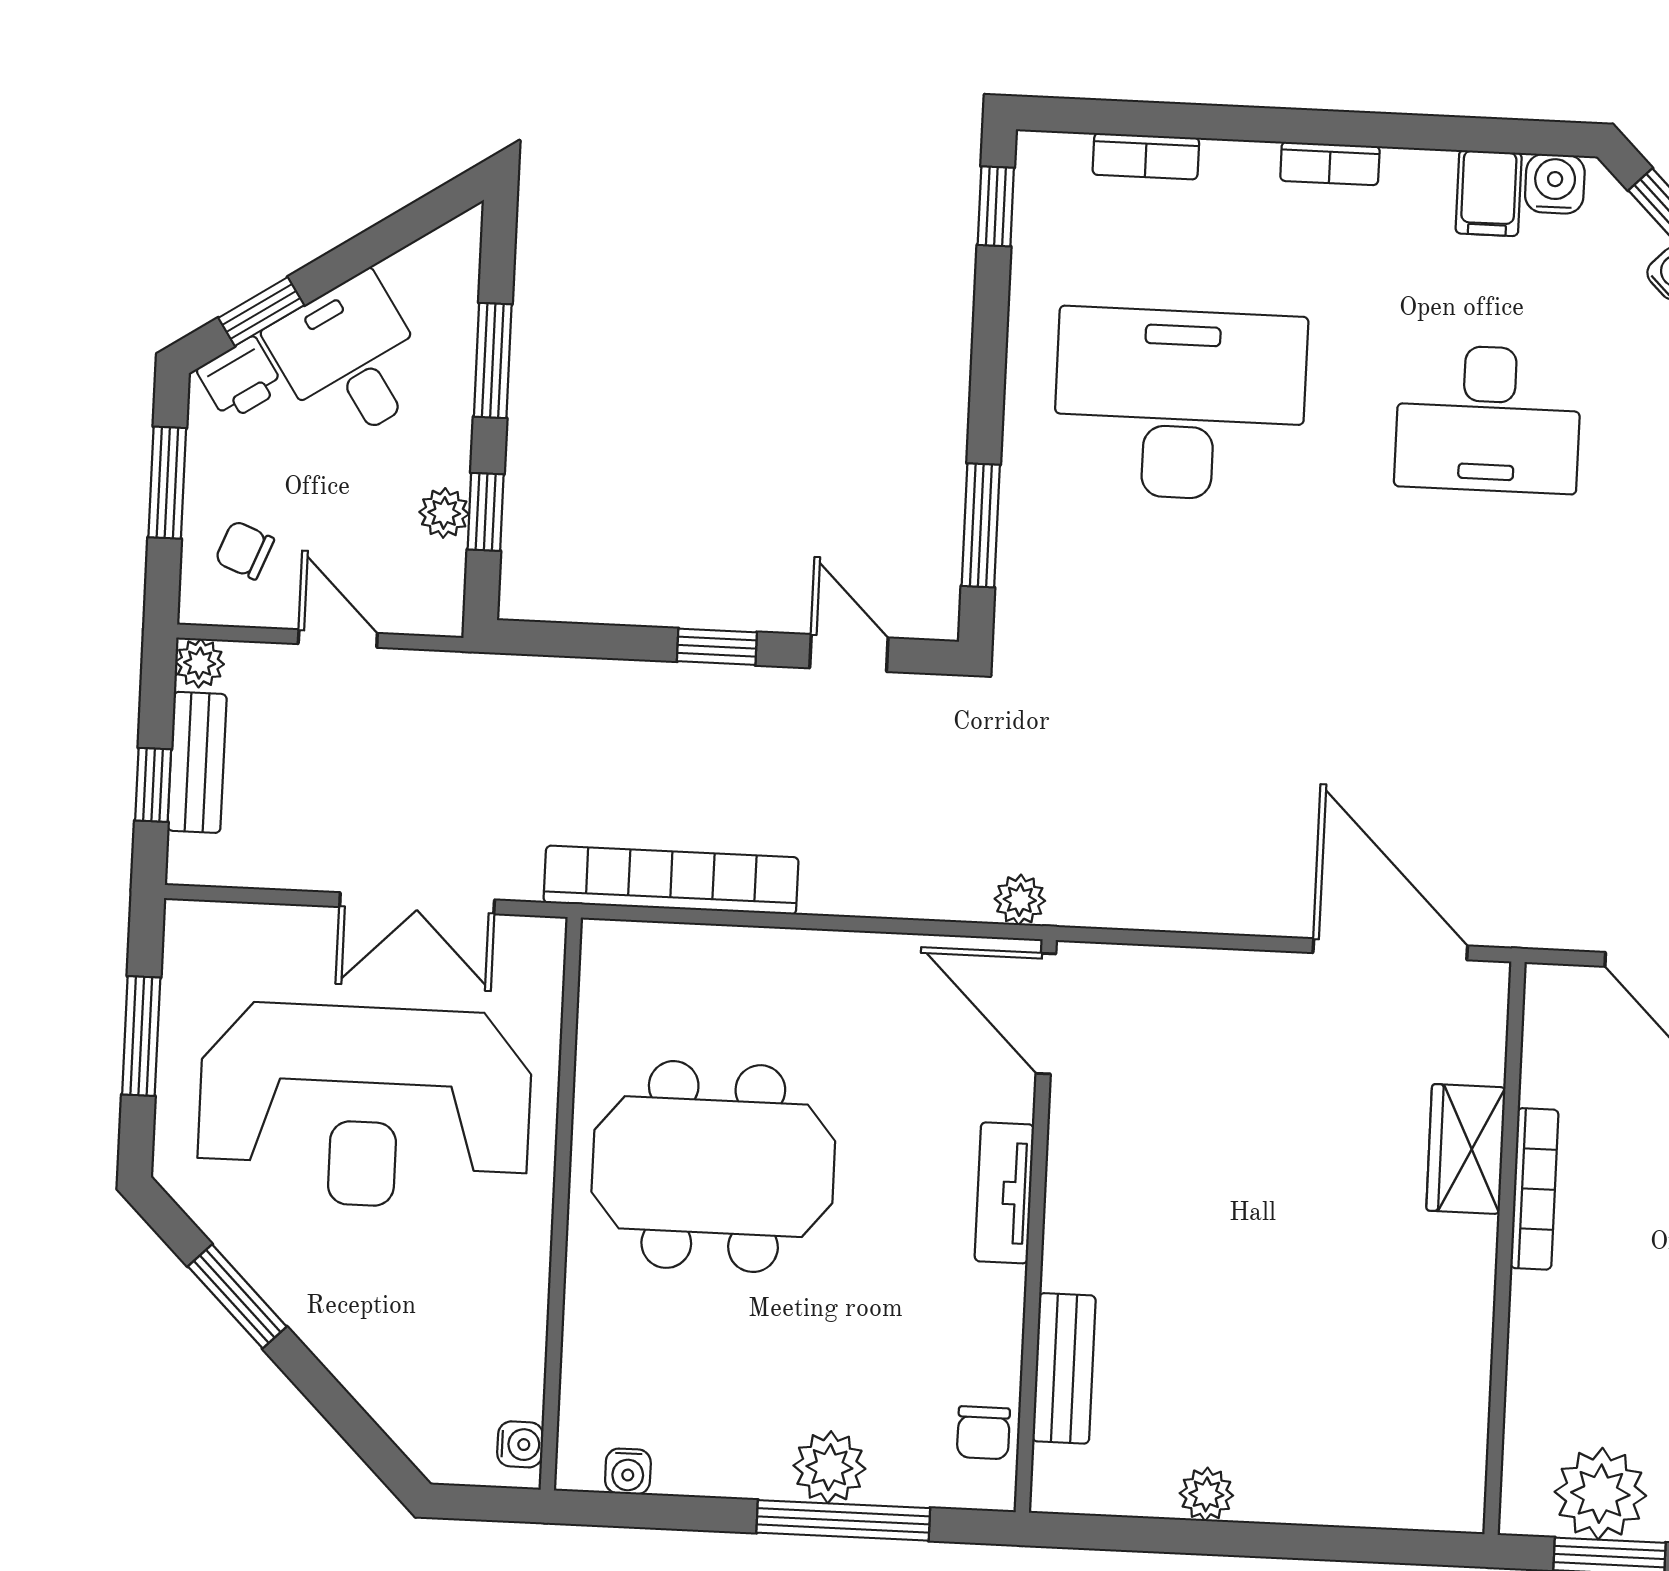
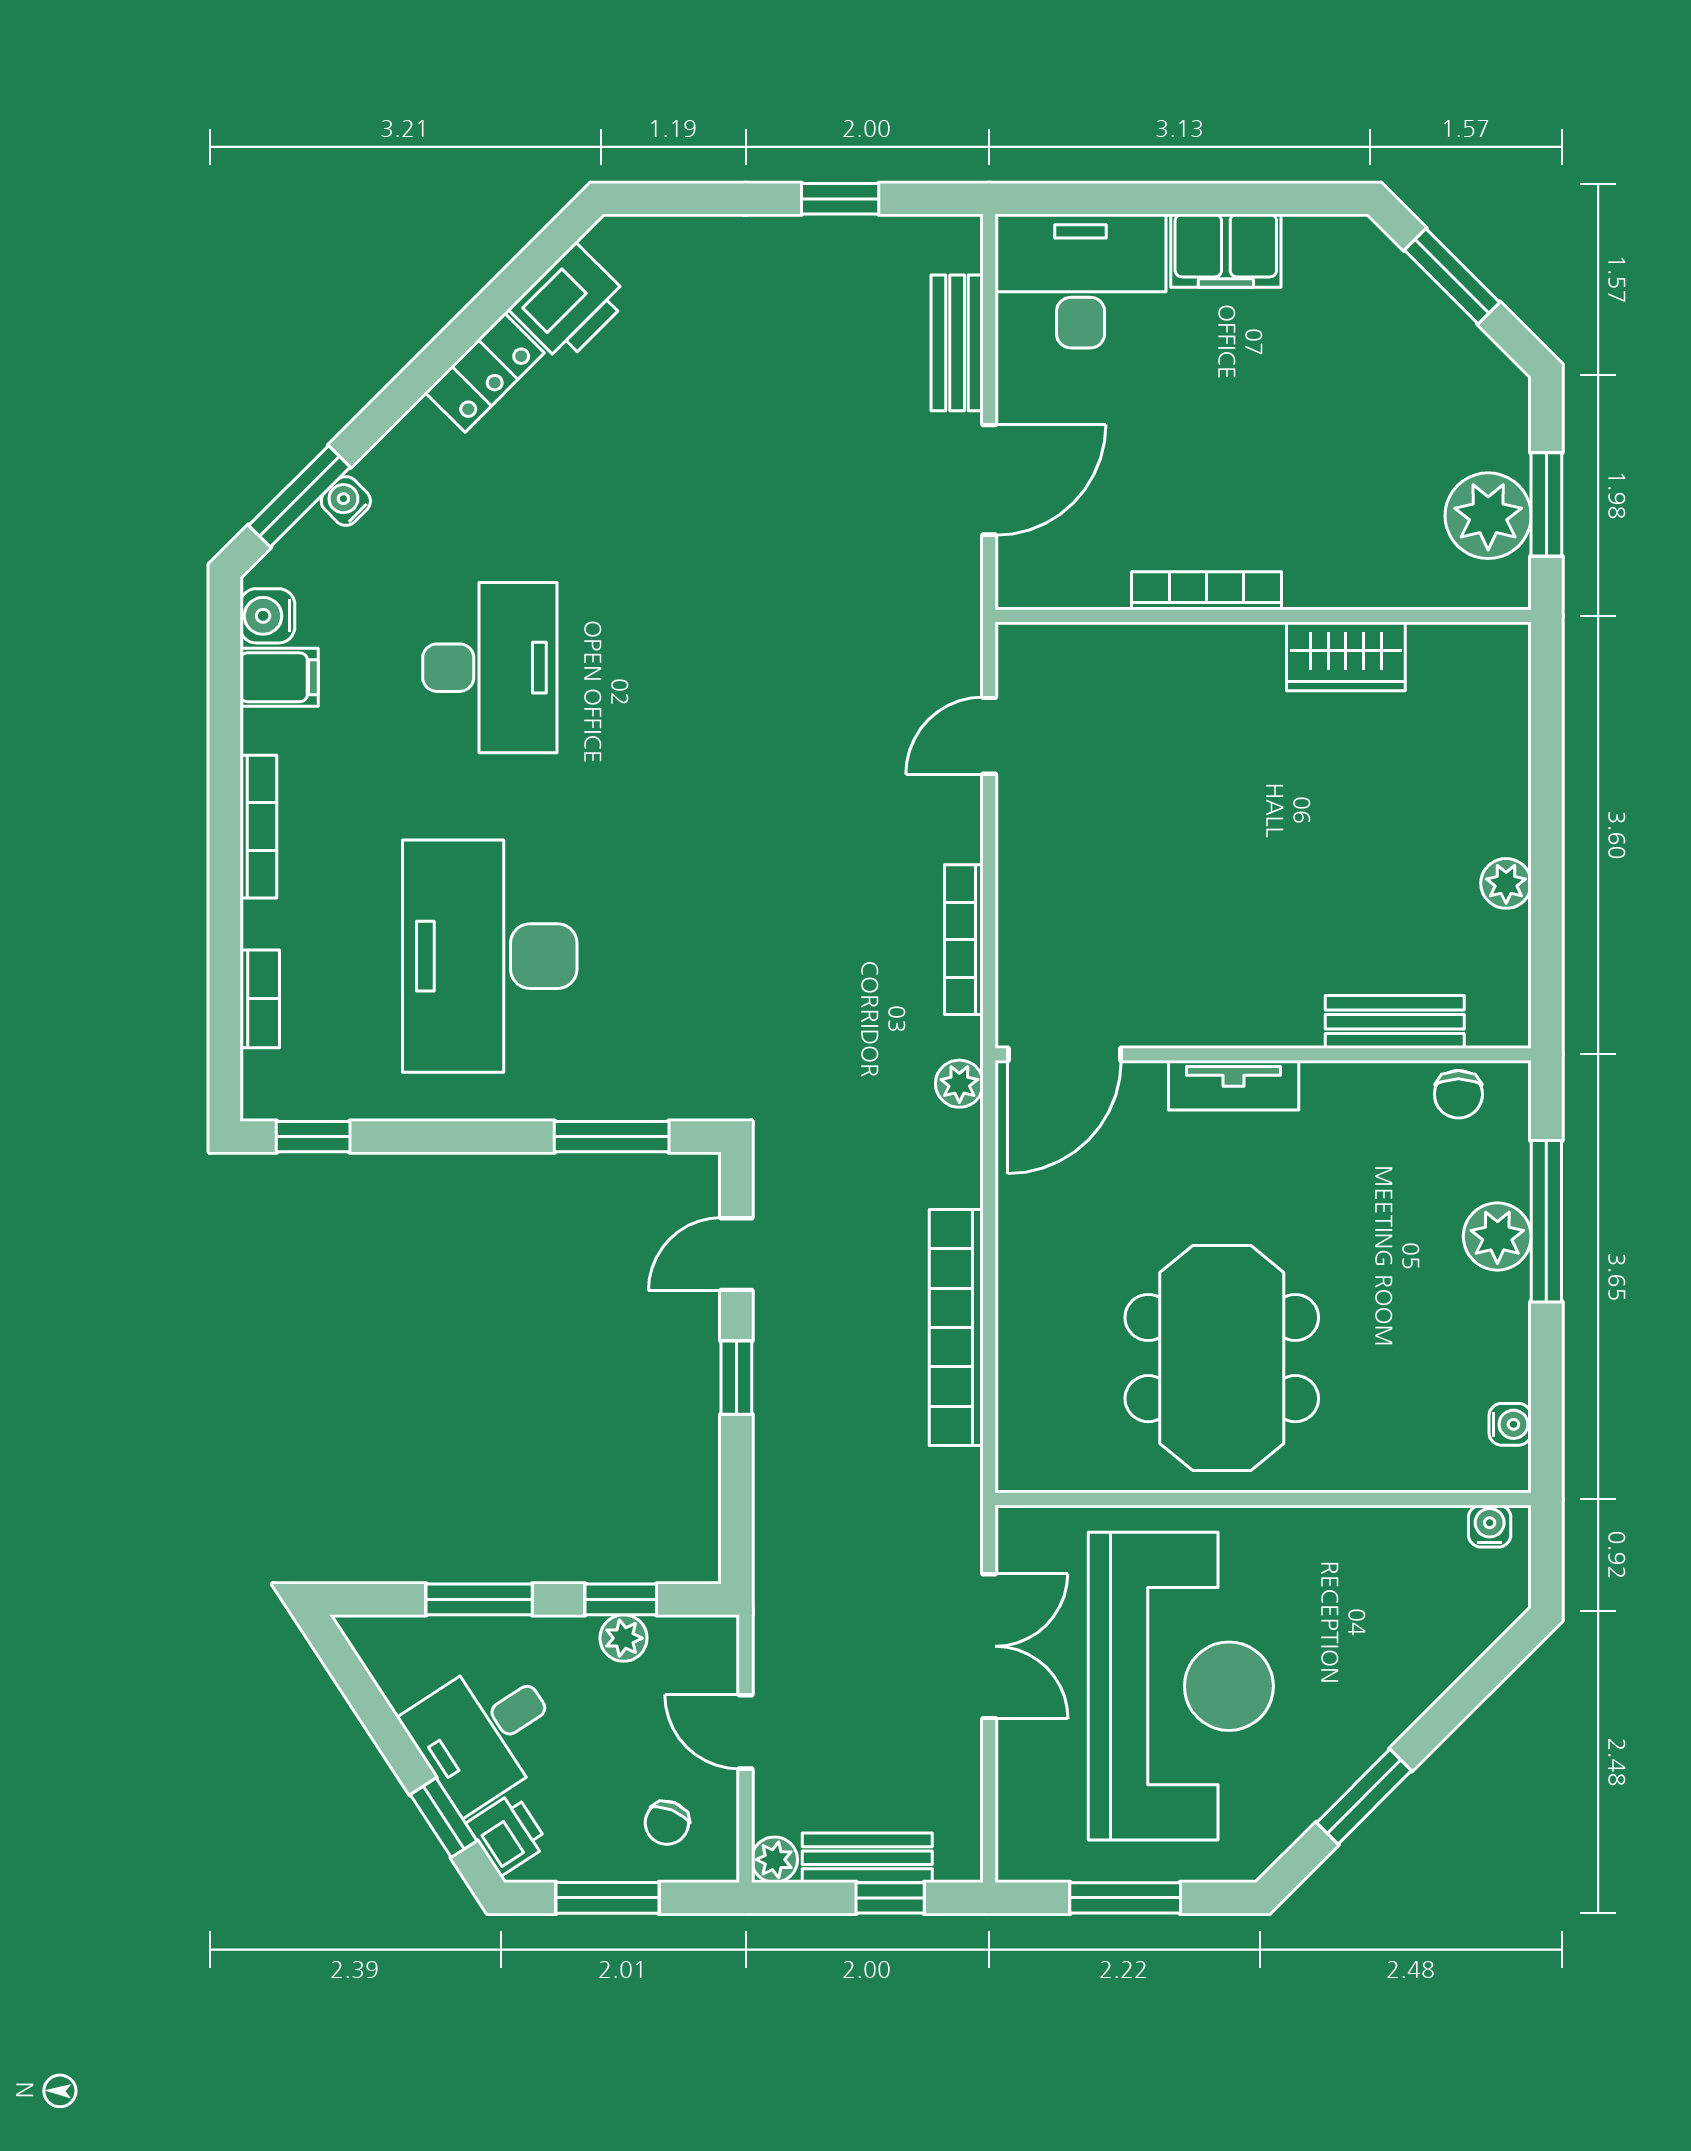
bookcase: (1330, 164) -> (258, 827), width x1.56
door: (338, 639) -> (746, 1732), hinge flipped
bookcase: (671, 880) -> (956, 1327), moved
bookcase: (1174, 912) -> (964, 940), added
door: (1390, 949) -> (989, 736), width x0.53
wardrobe: (1466, 1149) -> (1346, 656), moved
chair: (983, 1433) -> (1458, 1094), turned 90

